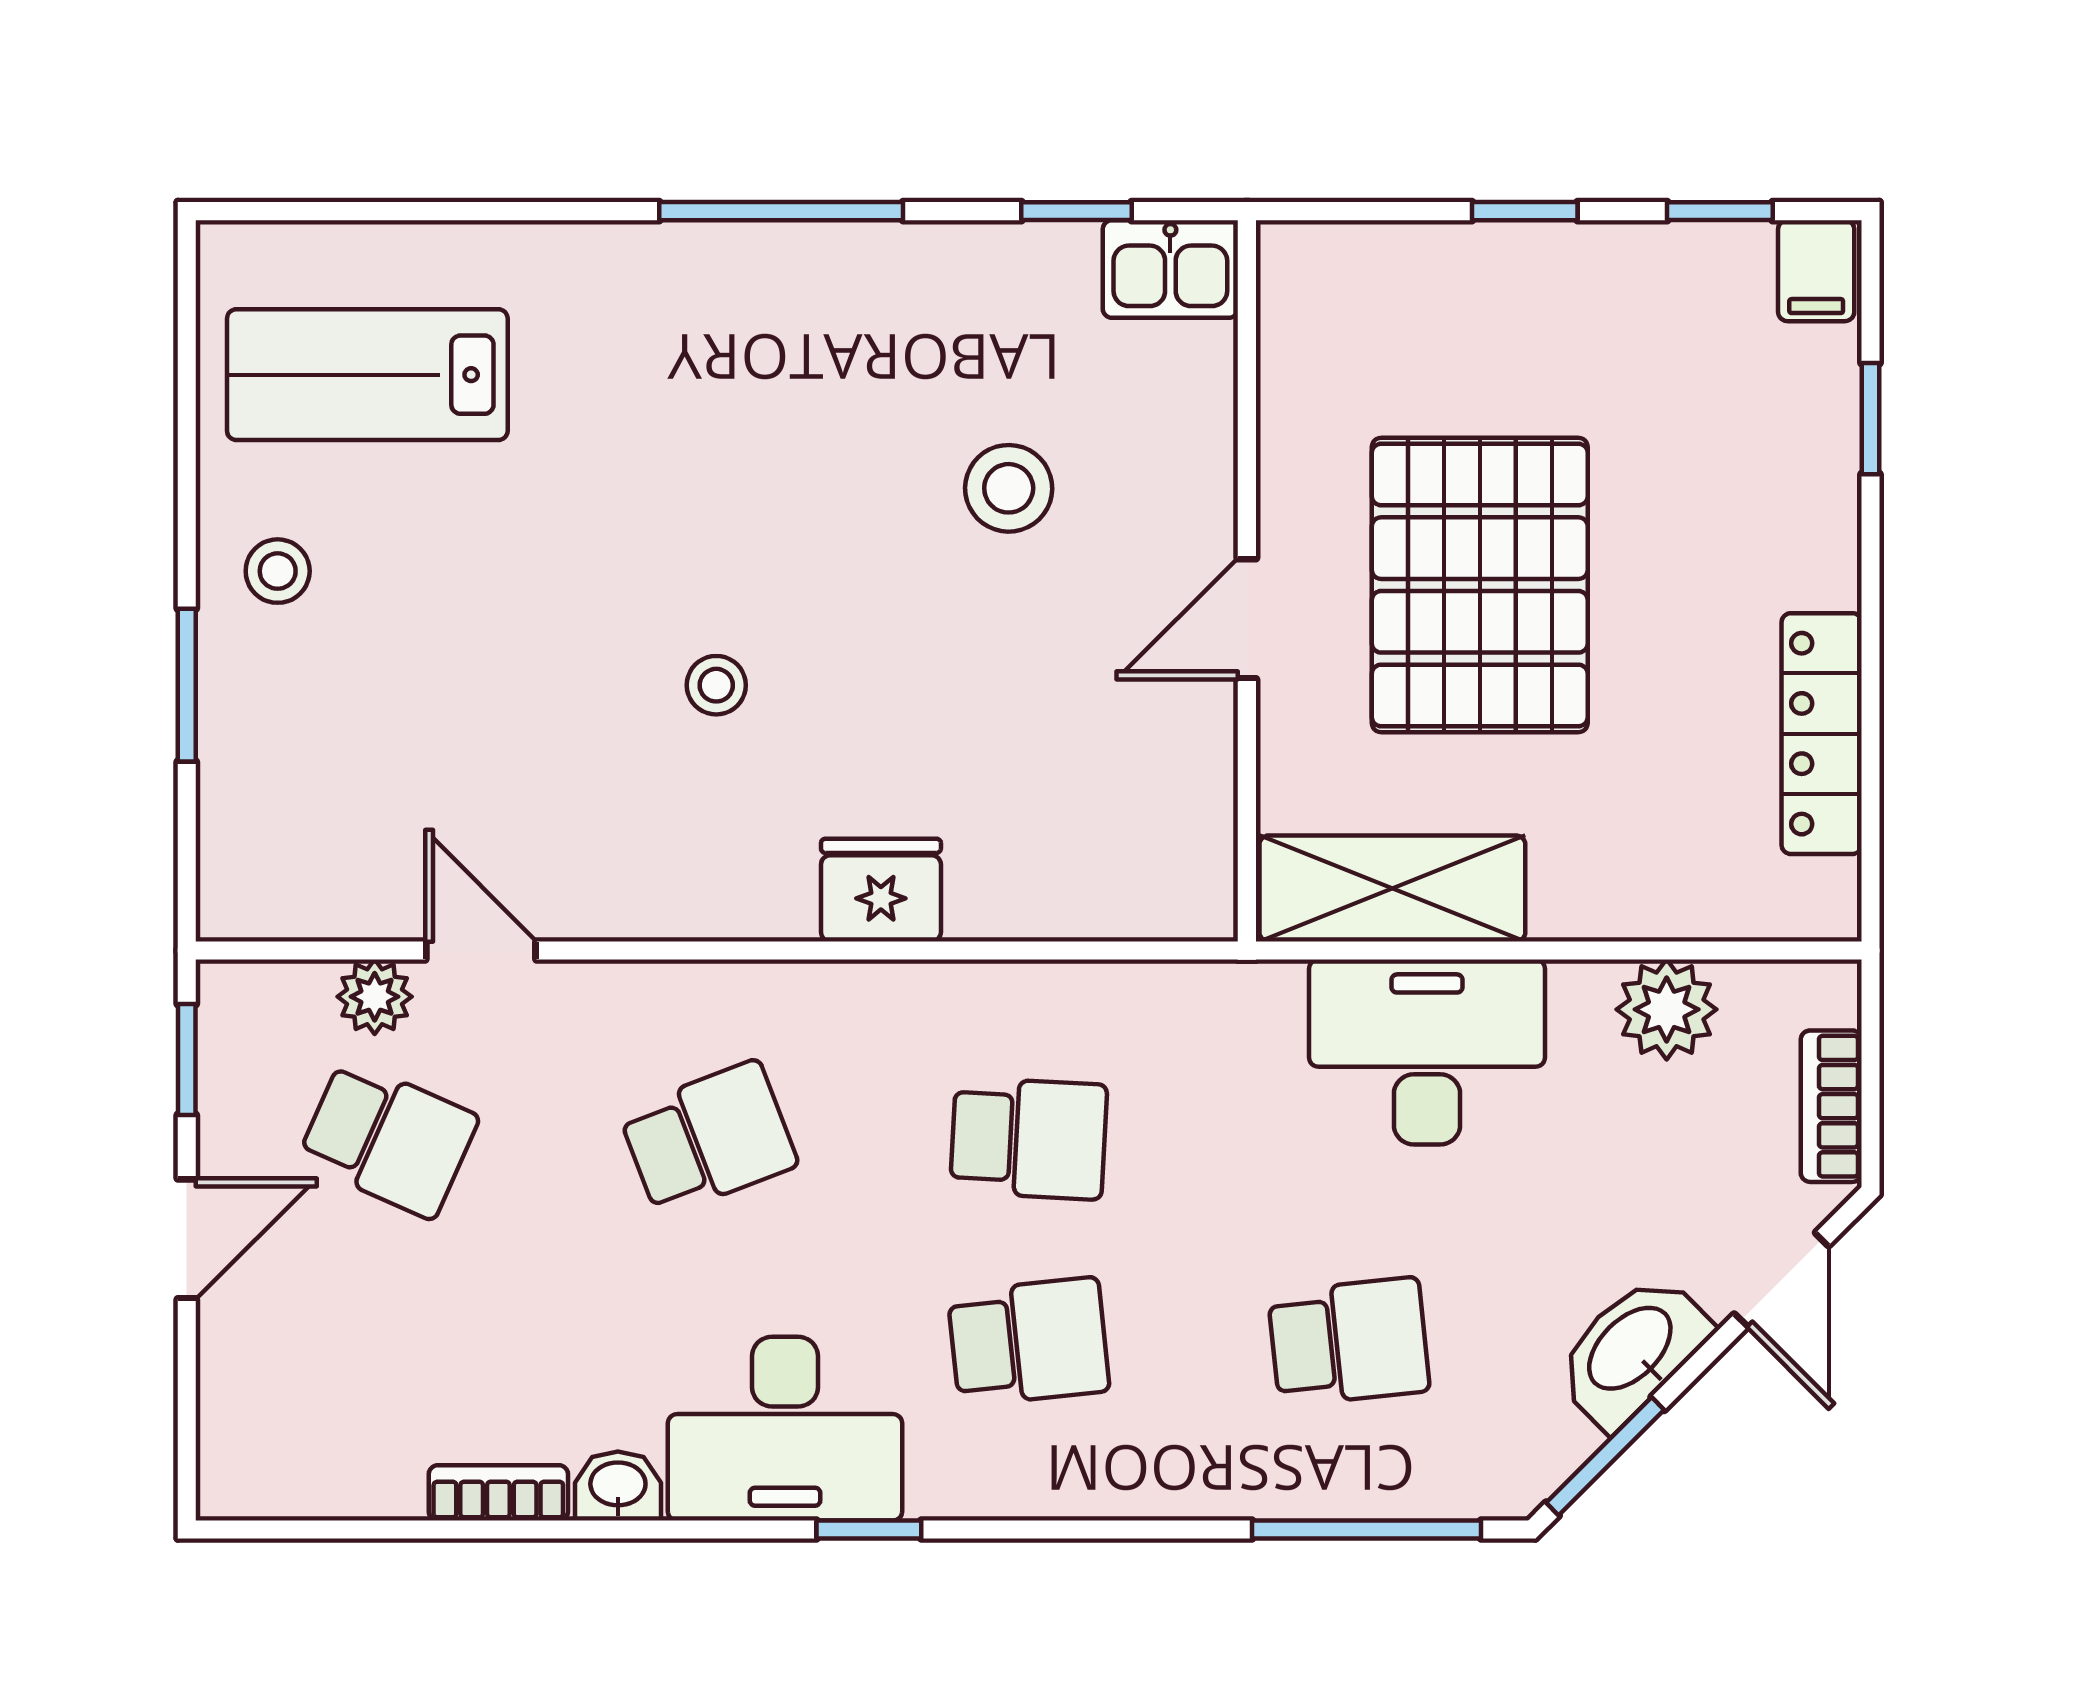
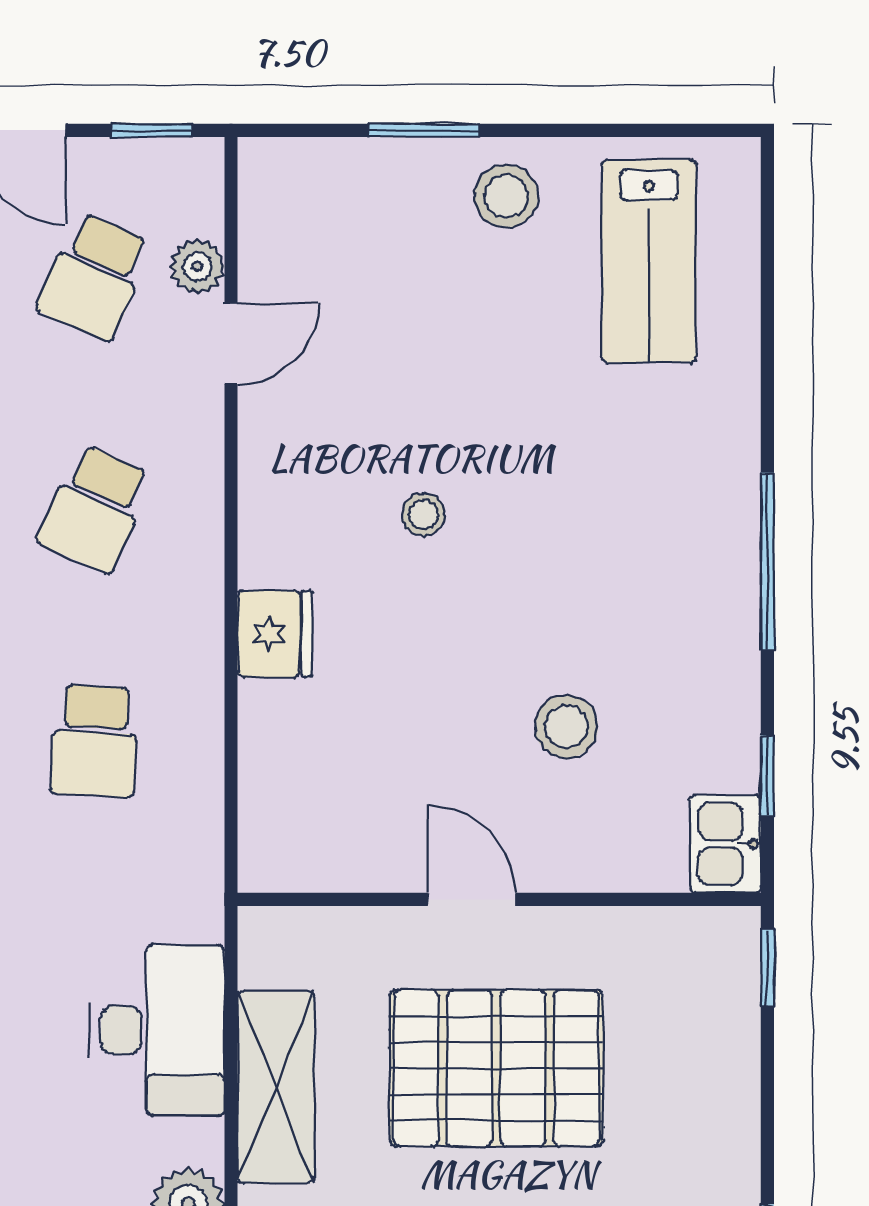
window: (1525, 211) -> (767, 968), moved
lab bench: (367, 375) -> (649, 261), turned 180
stool: (278, 571) -> (506, 196), width x1.37, depth x1.37
shelving: (1392, 888) -> (276, 1087), moved
school desk: (708, 1138) -> (95, 509), turned 45

